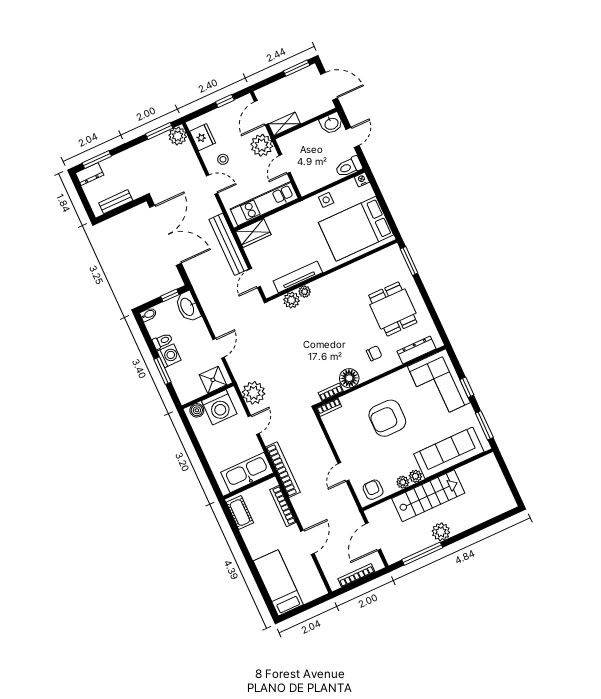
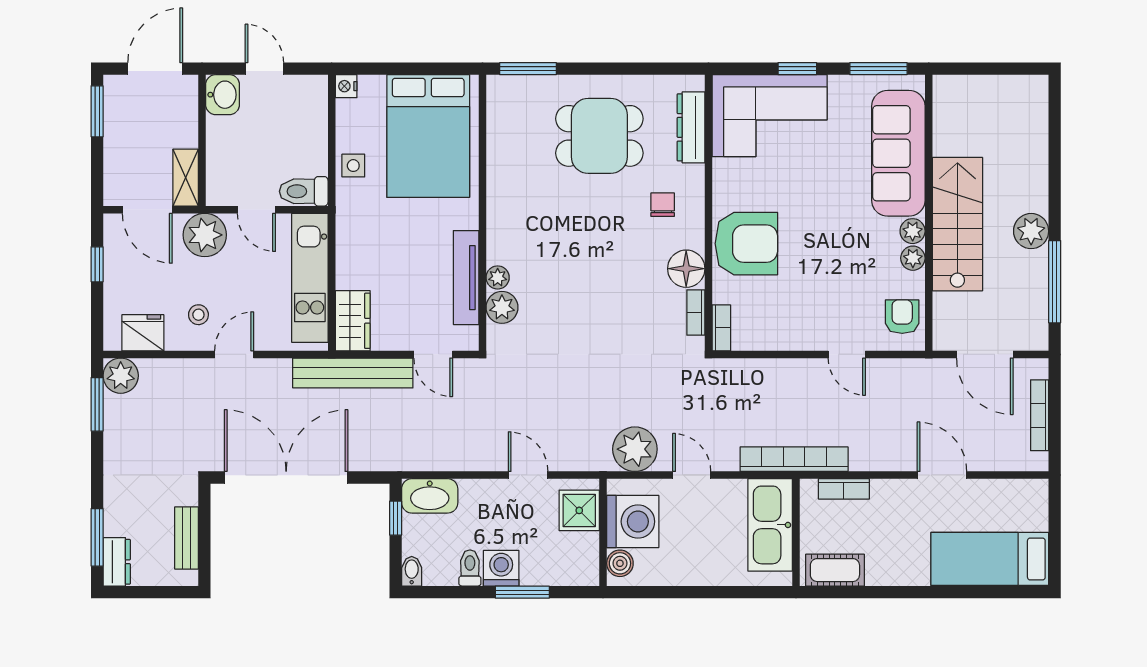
toilet: (349, 167) -> (304, 191), moved, turned 90
armchair: (387, 418) -> (746, 244), moved, turned -90
armchair: (373, 490) -> (902, 317), turned 90
bookcase: (283, 506) -> (844, 489), width x0.64

